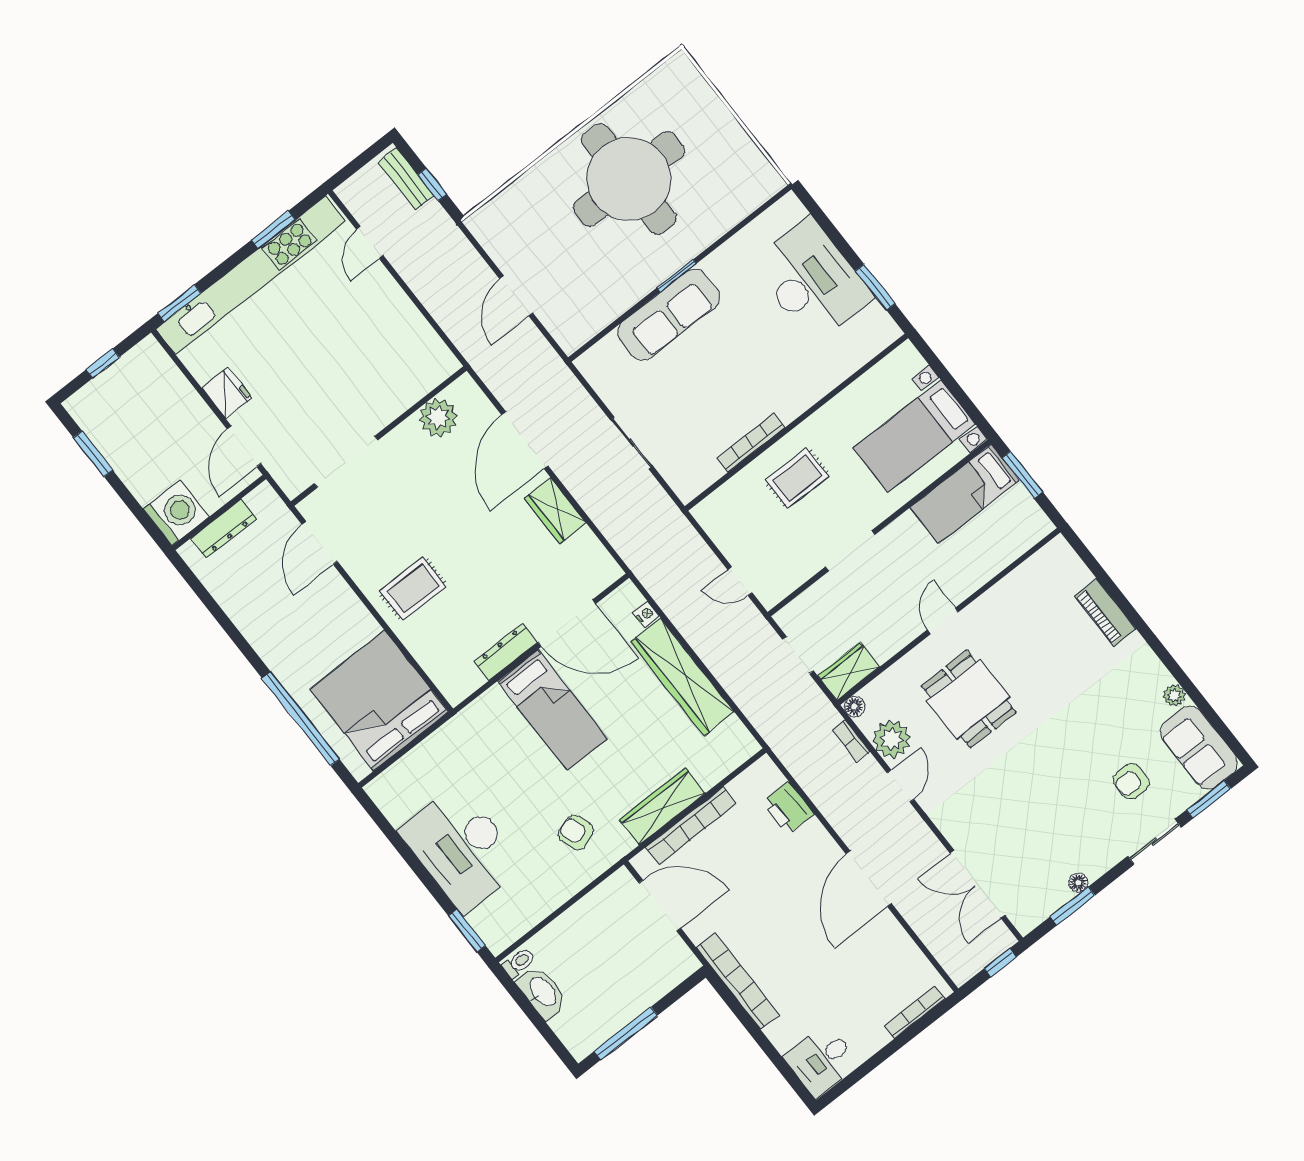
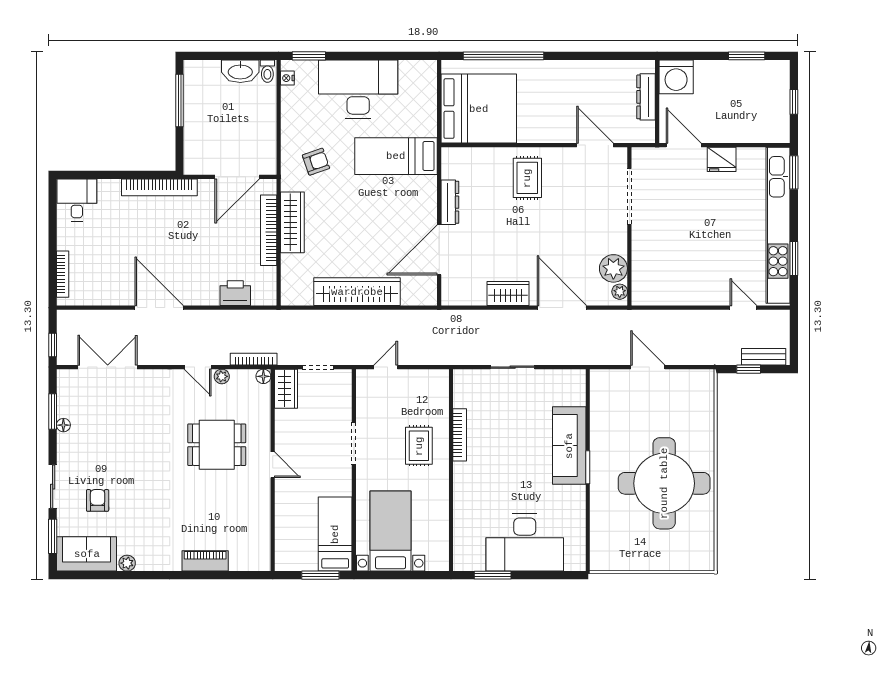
plant: (458, 391) -> (620, 292), added
nightstand: (646, 614) -> (287, 78), moved, turned 90
bed: (553, 710) -> (396, 156), moved
plant: (892, 739) -> (222, 376), width x0.53, depth x0.53
bookcase: (851, 741) -> (254, 359), width x1.56

